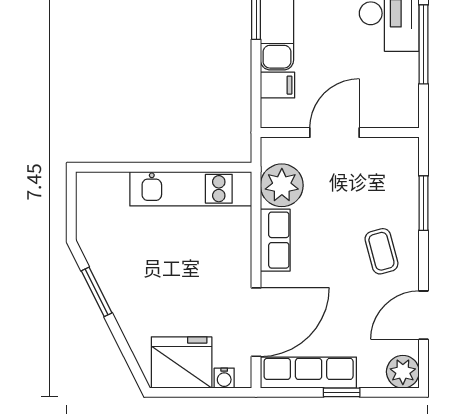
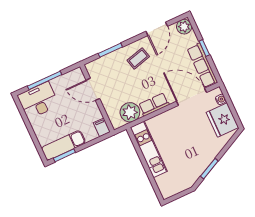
filing cabinet: (278, 85) -> (102, 127), moved
door: (335, 133) -> (93, 89), moved
door: (424, 315) -> (157, 29), hinge flipped

